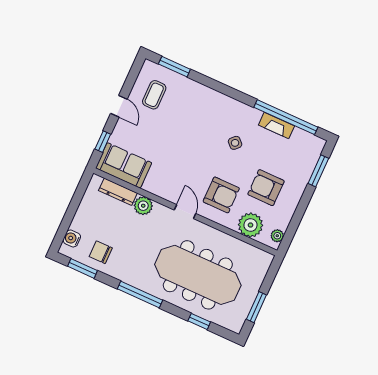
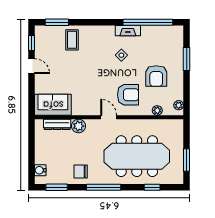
coffee table: (154, 95) -> (72, 40), moved
fireplace: (276, 125) -> (128, 31), moved
window: (103, 142) -> (31, 43), moved
window: (318, 171) -> (187, 59), moved
armchair: (266, 188) -> (156, 76), turned -90
plant: (250, 225) -> (157, 110), width x0.53, depth x0.53
chair: (101, 252) -> (81, 171), moved

